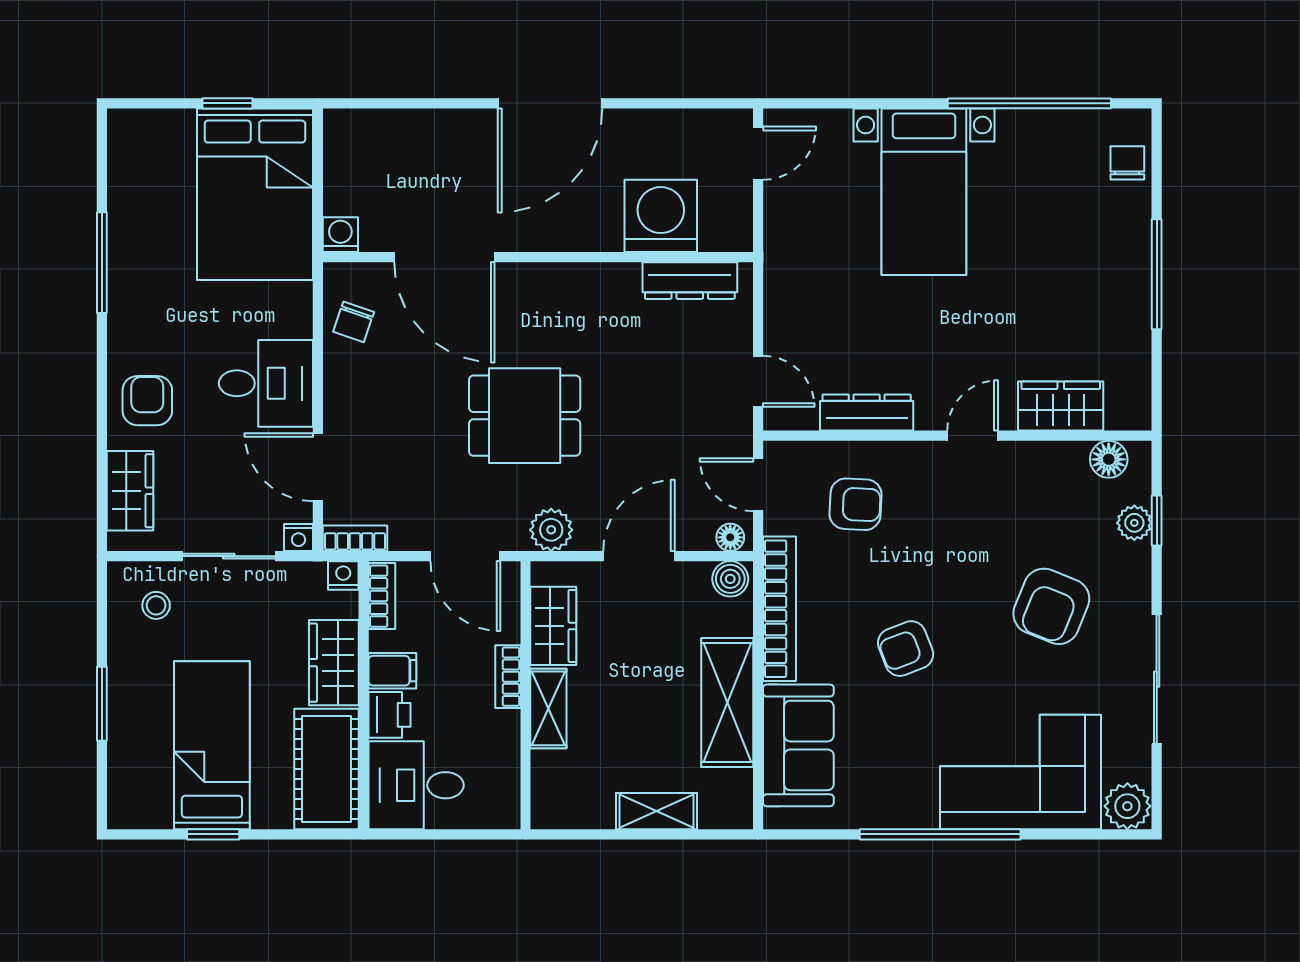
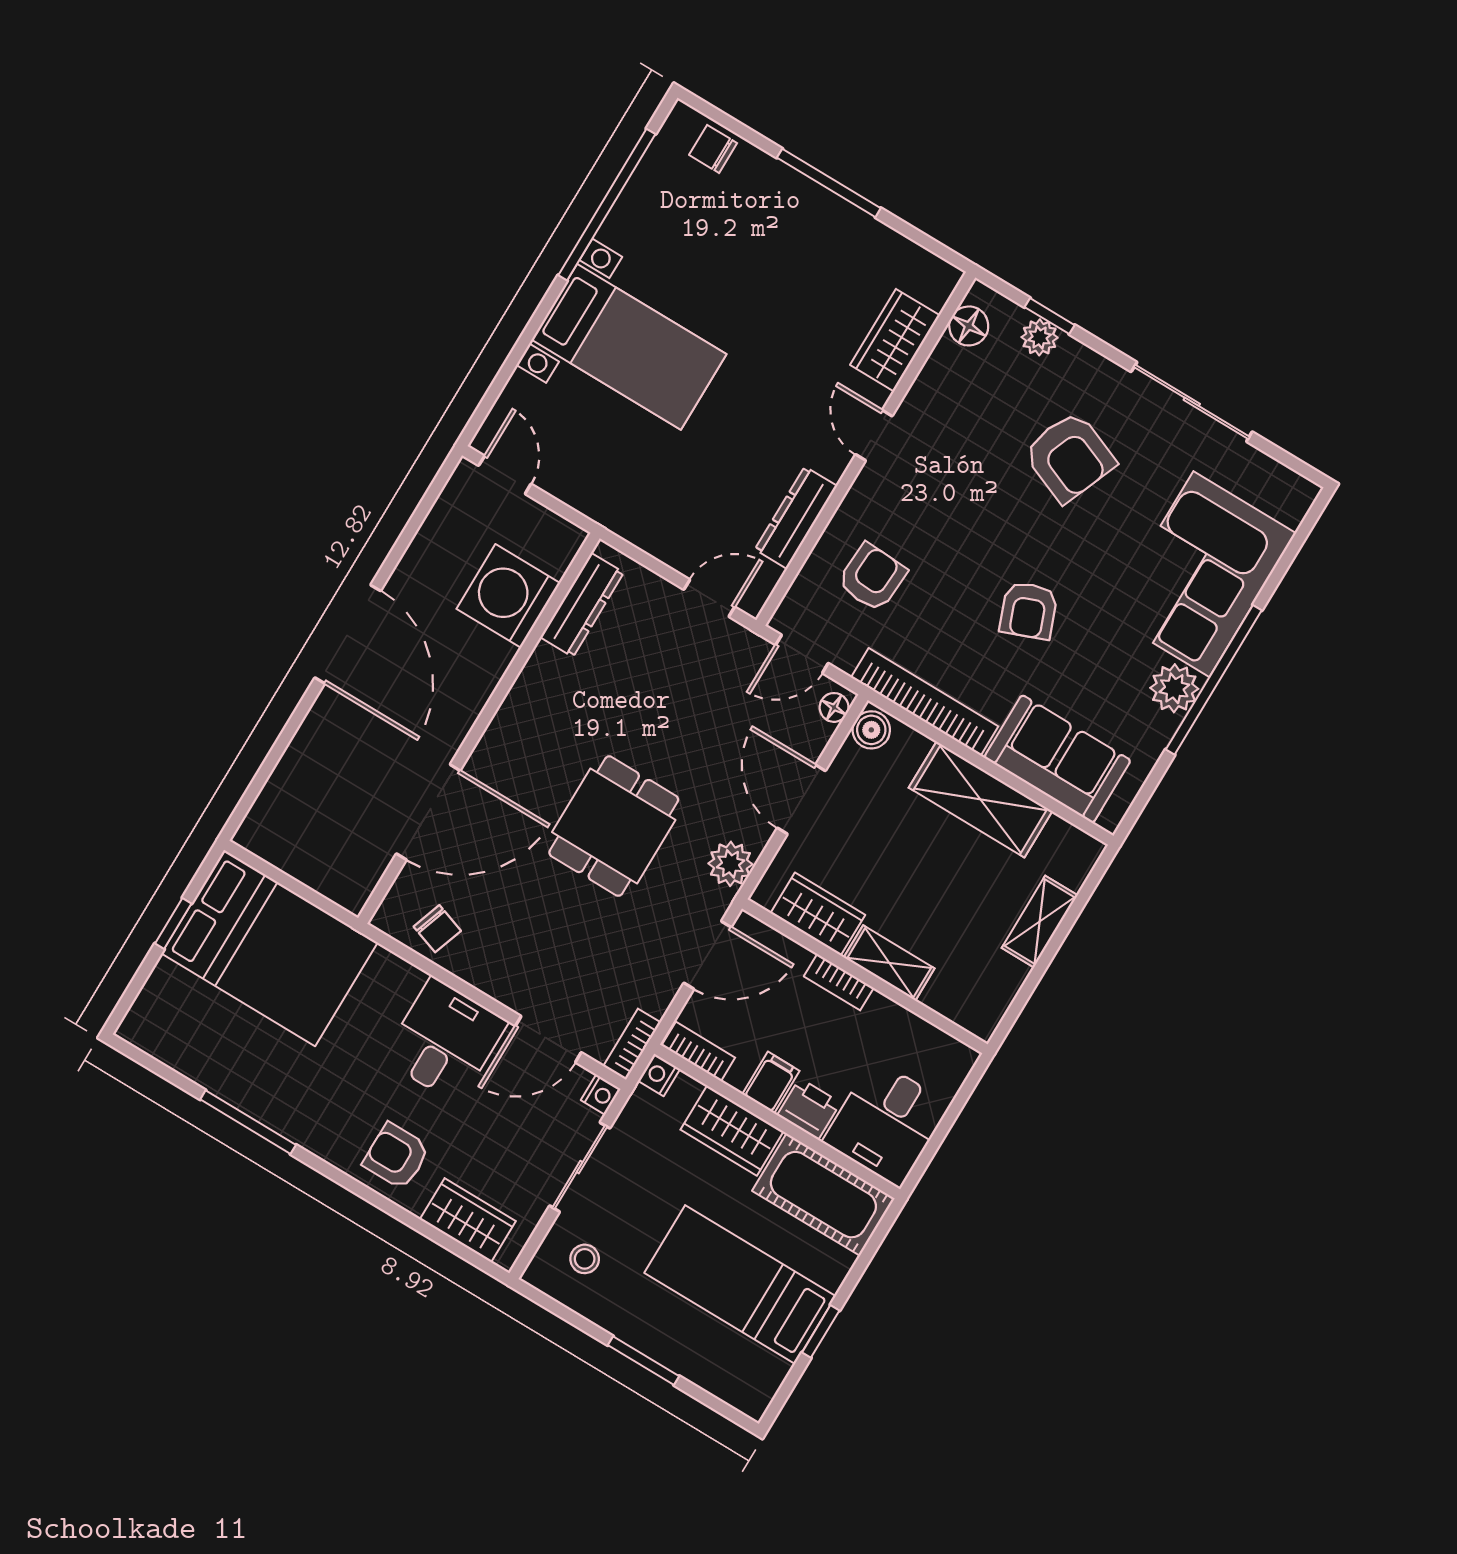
washing machine: (340, 235) -> (352, 893), removed
plant: (1127, 806) -> (1174, 688), moved

